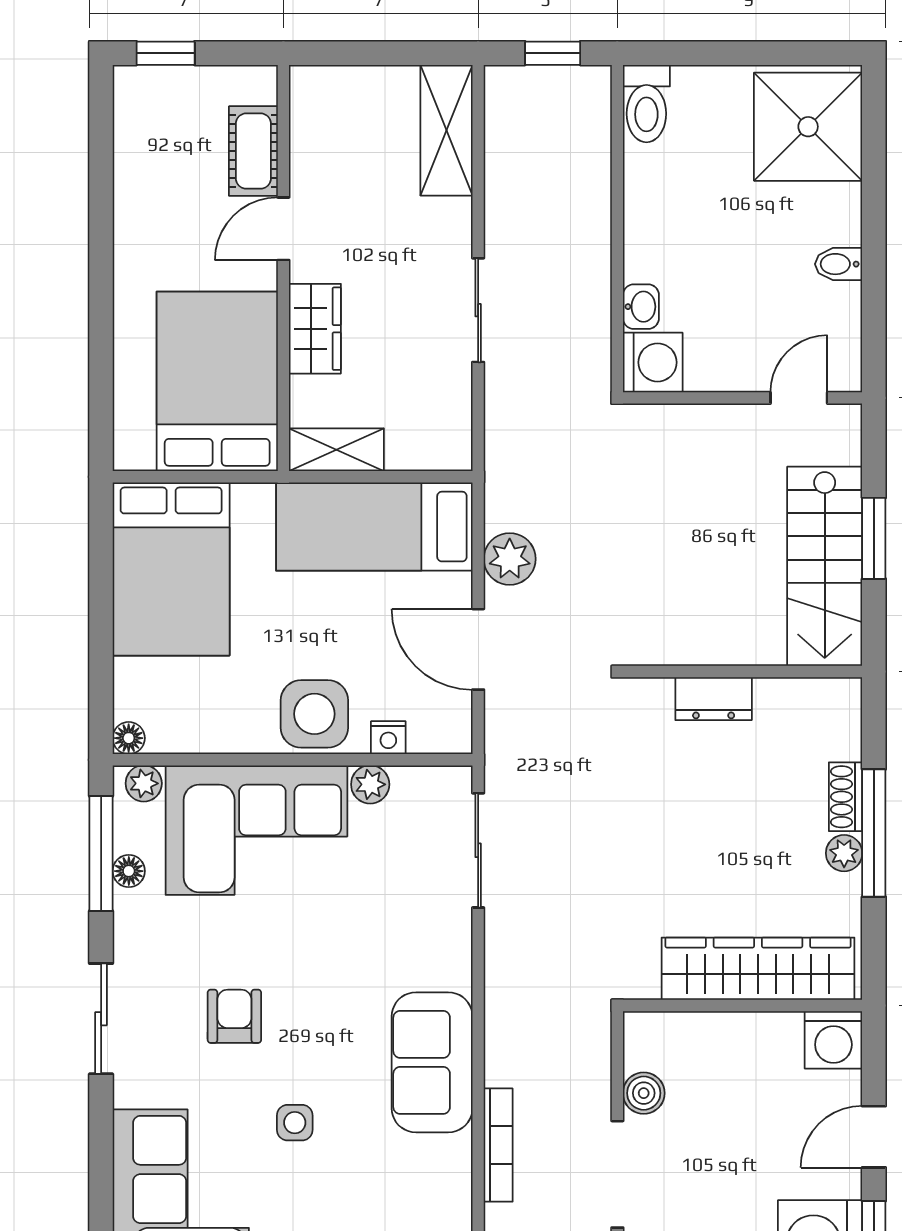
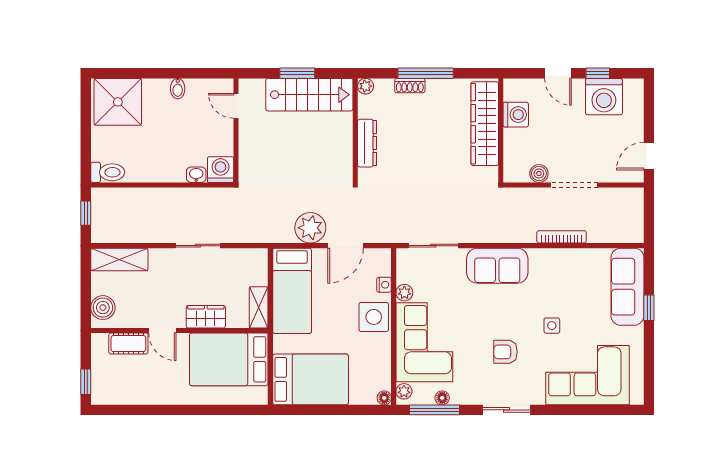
boiler: (336, 92) -> (103, 308), added
plant: (510, 559) -> (310, 228), width x1.36, depth x1.36
dresser: (714, 699) -> (367, 143), width x1.44
plant: (844, 853) -> (366, 86), moved
washing machine: (833, 1040) -> (516, 115), moved
sofa: (432, 1062) -> (497, 266), moved

